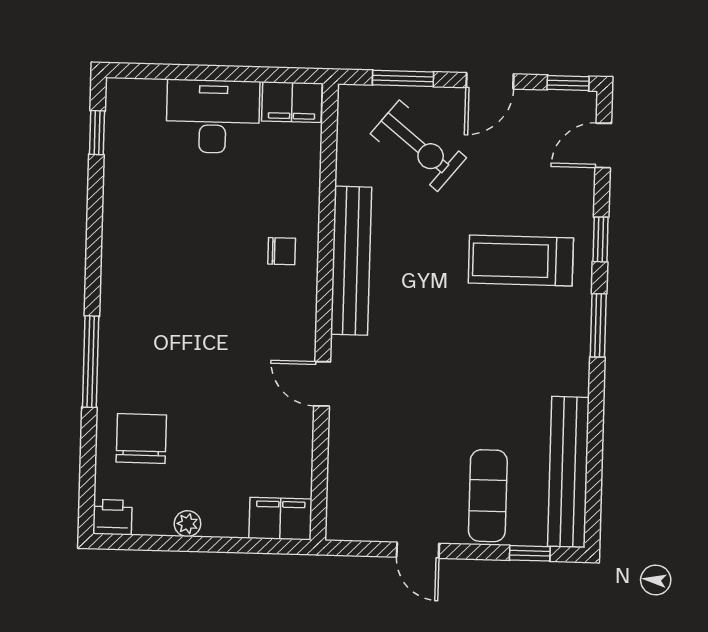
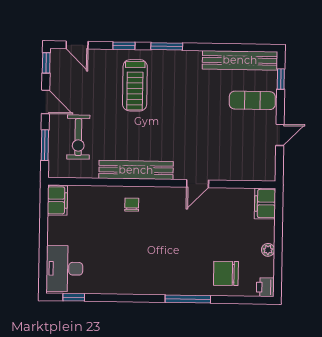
desk: (213, 116) -> (65, 269), moved
exercise bike: (418, 146) -> (78, 137), turned 141

